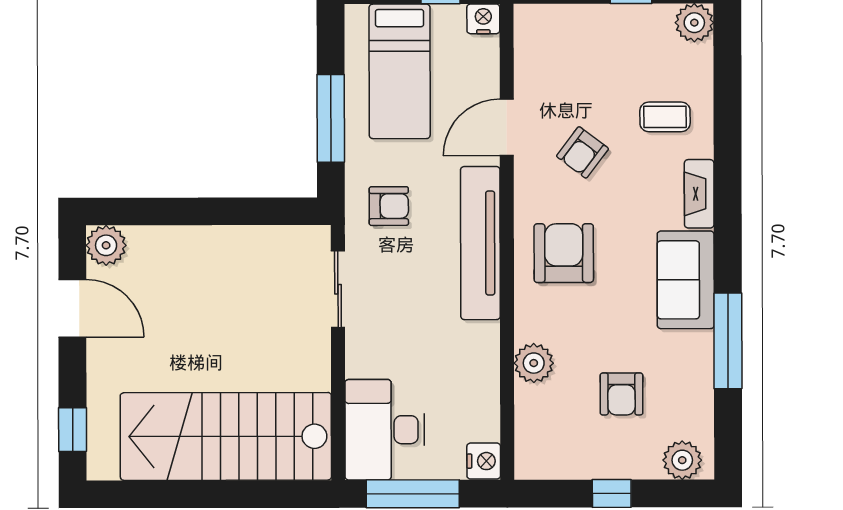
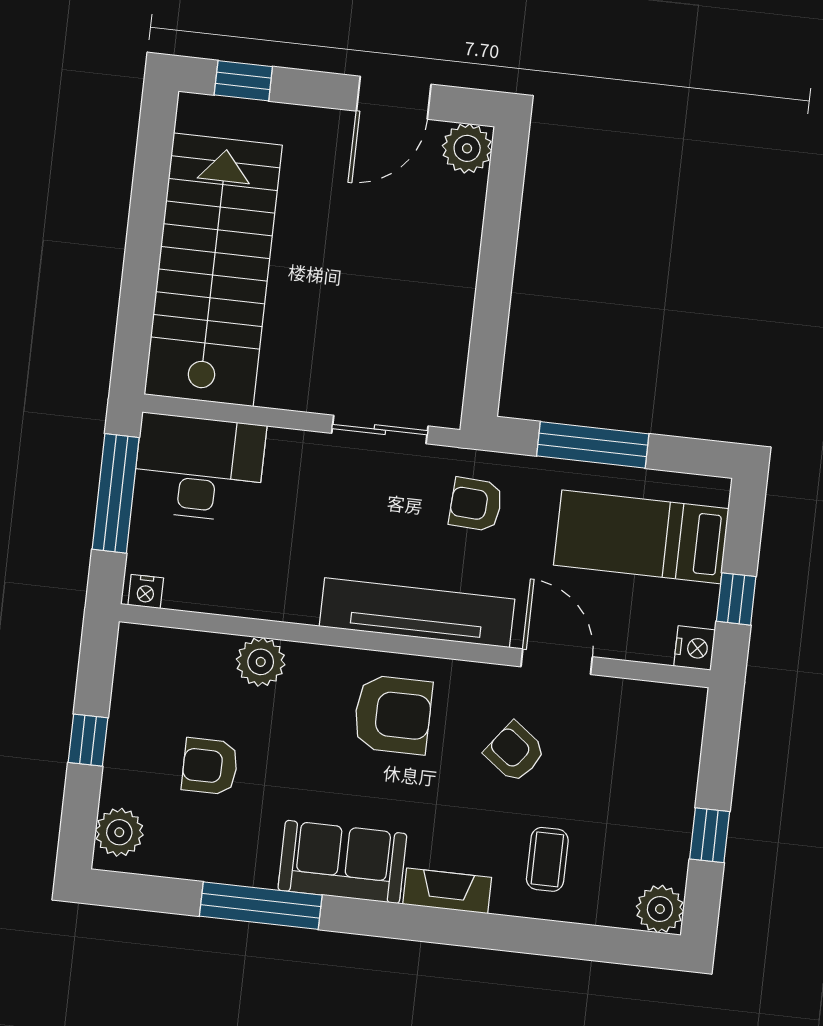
armchair: (389, 206) -> (476, 504), turned 93
nightstand: (484, 461) -> (146, 591), width x0.72, depth x0.74

